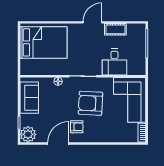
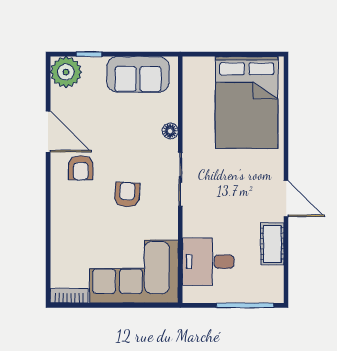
desk: (114, 62) -> (208, 262), moved
armchair: (90, 103) -> (127, 195), width x0.53, depth x0.53

